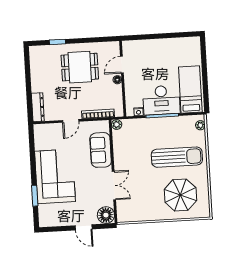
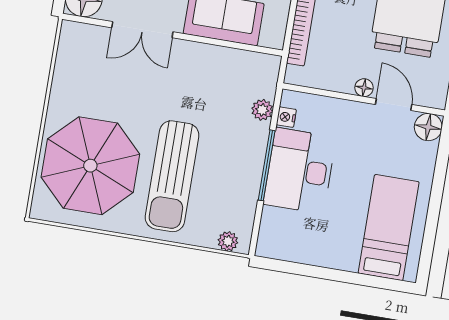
floor lamp: (128, 47) -> (428, 127), added
bed: (190, 90) -> (389, 227), moved, turned -90
plant: (117, 125) -> (262, 110), moved
parasol: (180, 195) -> (90, 166), width x1.36, depth x1.36

